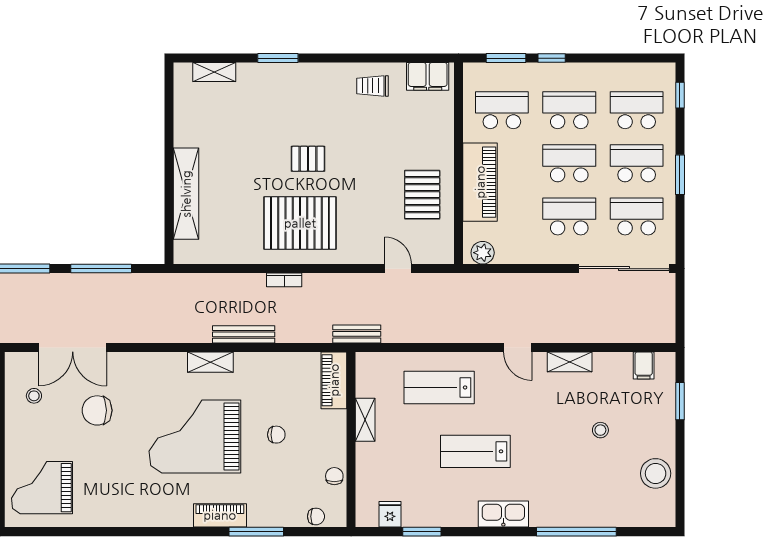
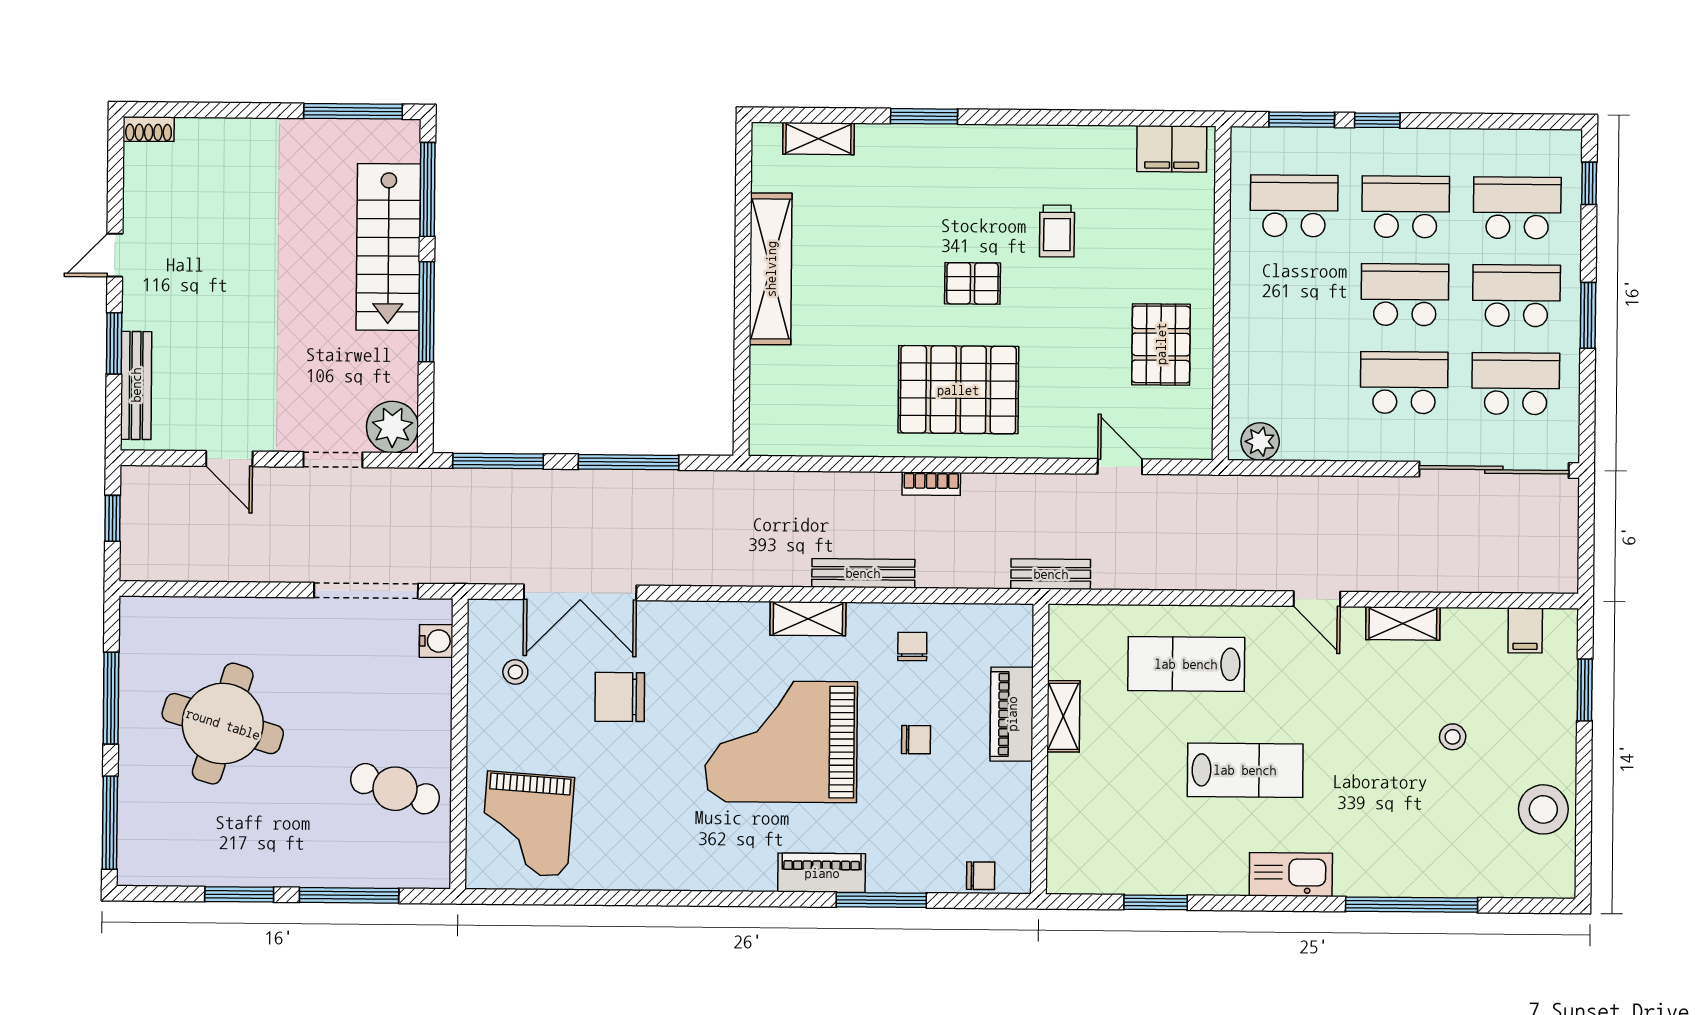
trolley: (372, 86) -> (1057, 231), moved, turned -90
piano: (480, 182) -> (1257, 325), removed
shelving: (186, 194) -> (771, 269), moved
piano: (334, 380) -> (1012, 714), moved
lab bench: (475, 451) -> (1245, 770), turned 180
chair: (334, 476) -> (912, 647), moved
grand piano: (42, 488) -> (527, 824), turned -86
fridge: (390, 514) -> (1103, 873), removed

